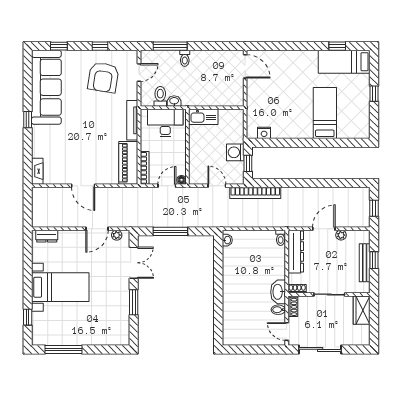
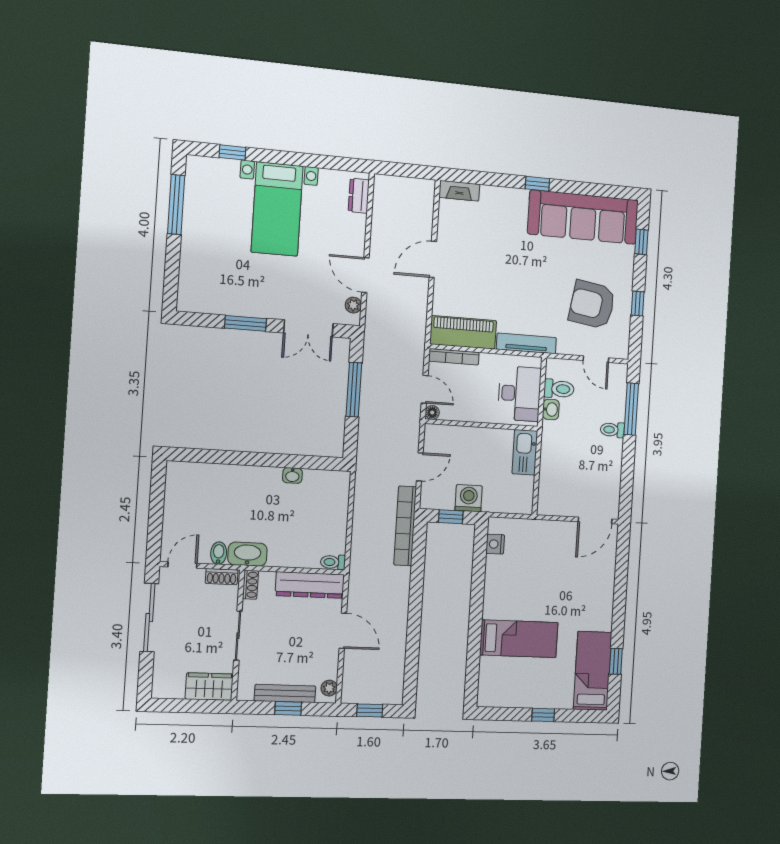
plant: (341, 235) -> (329, 688), moved
washbasin: (227, 240) -> (292, 475), moved

